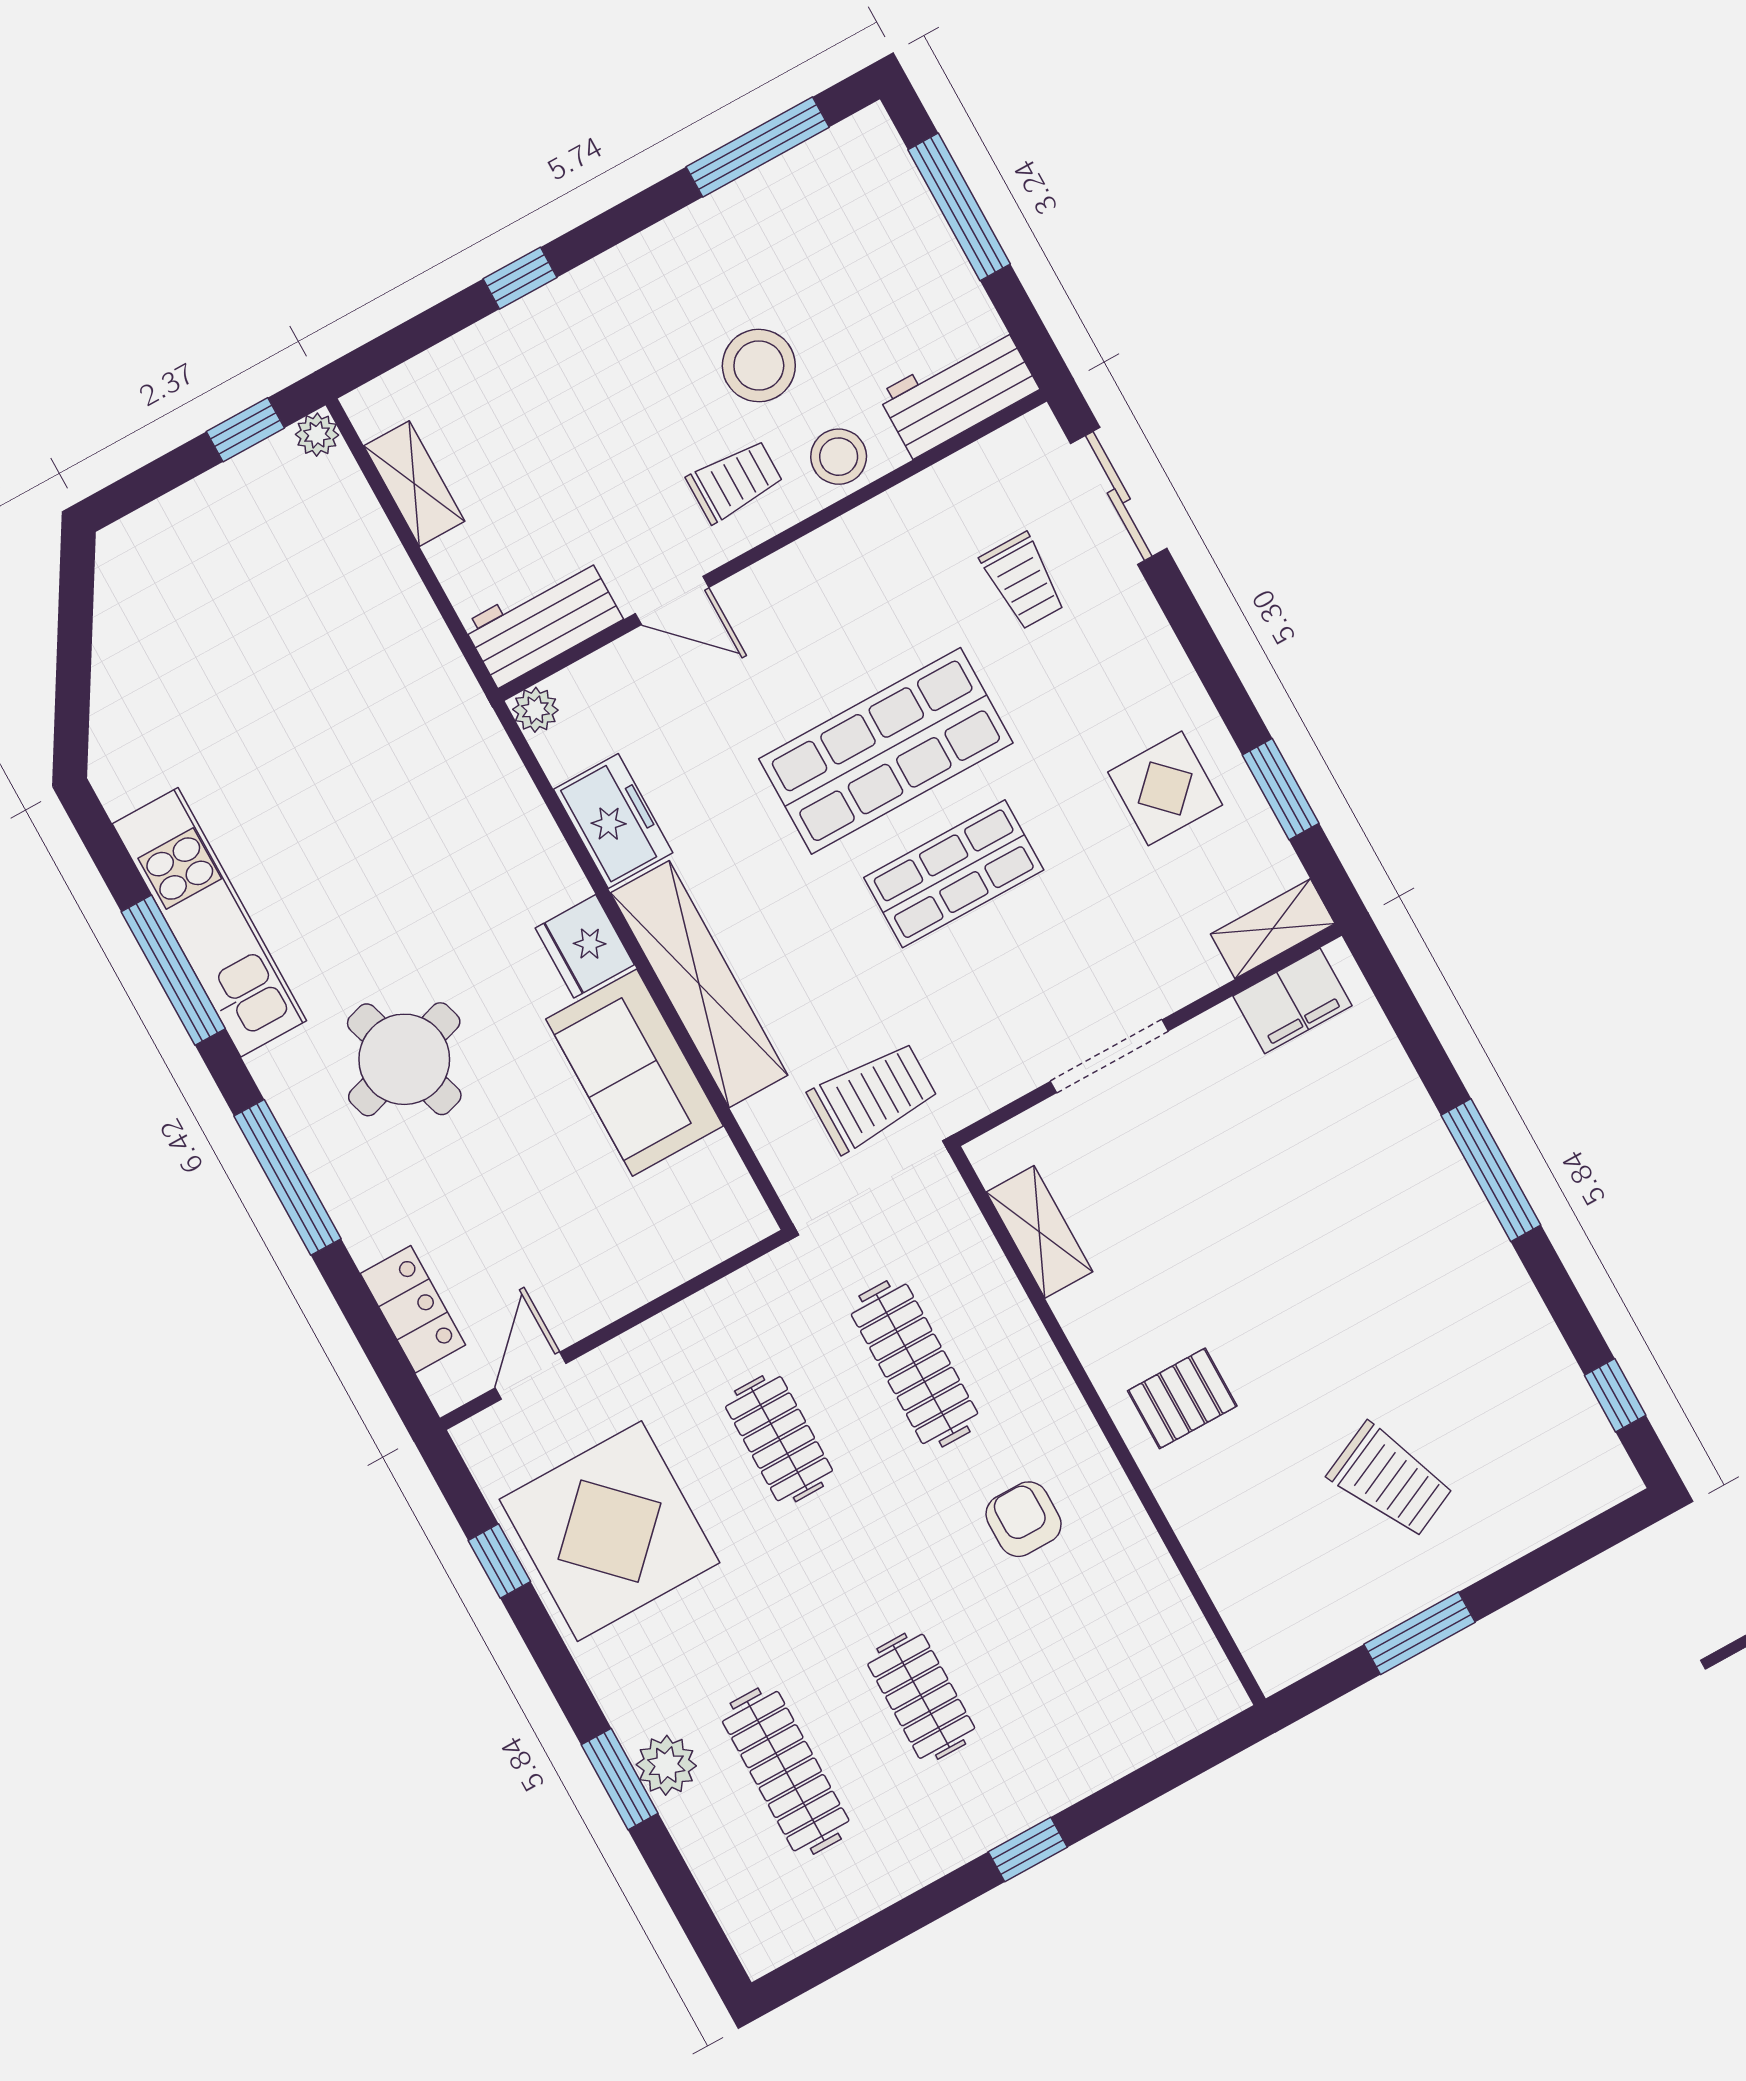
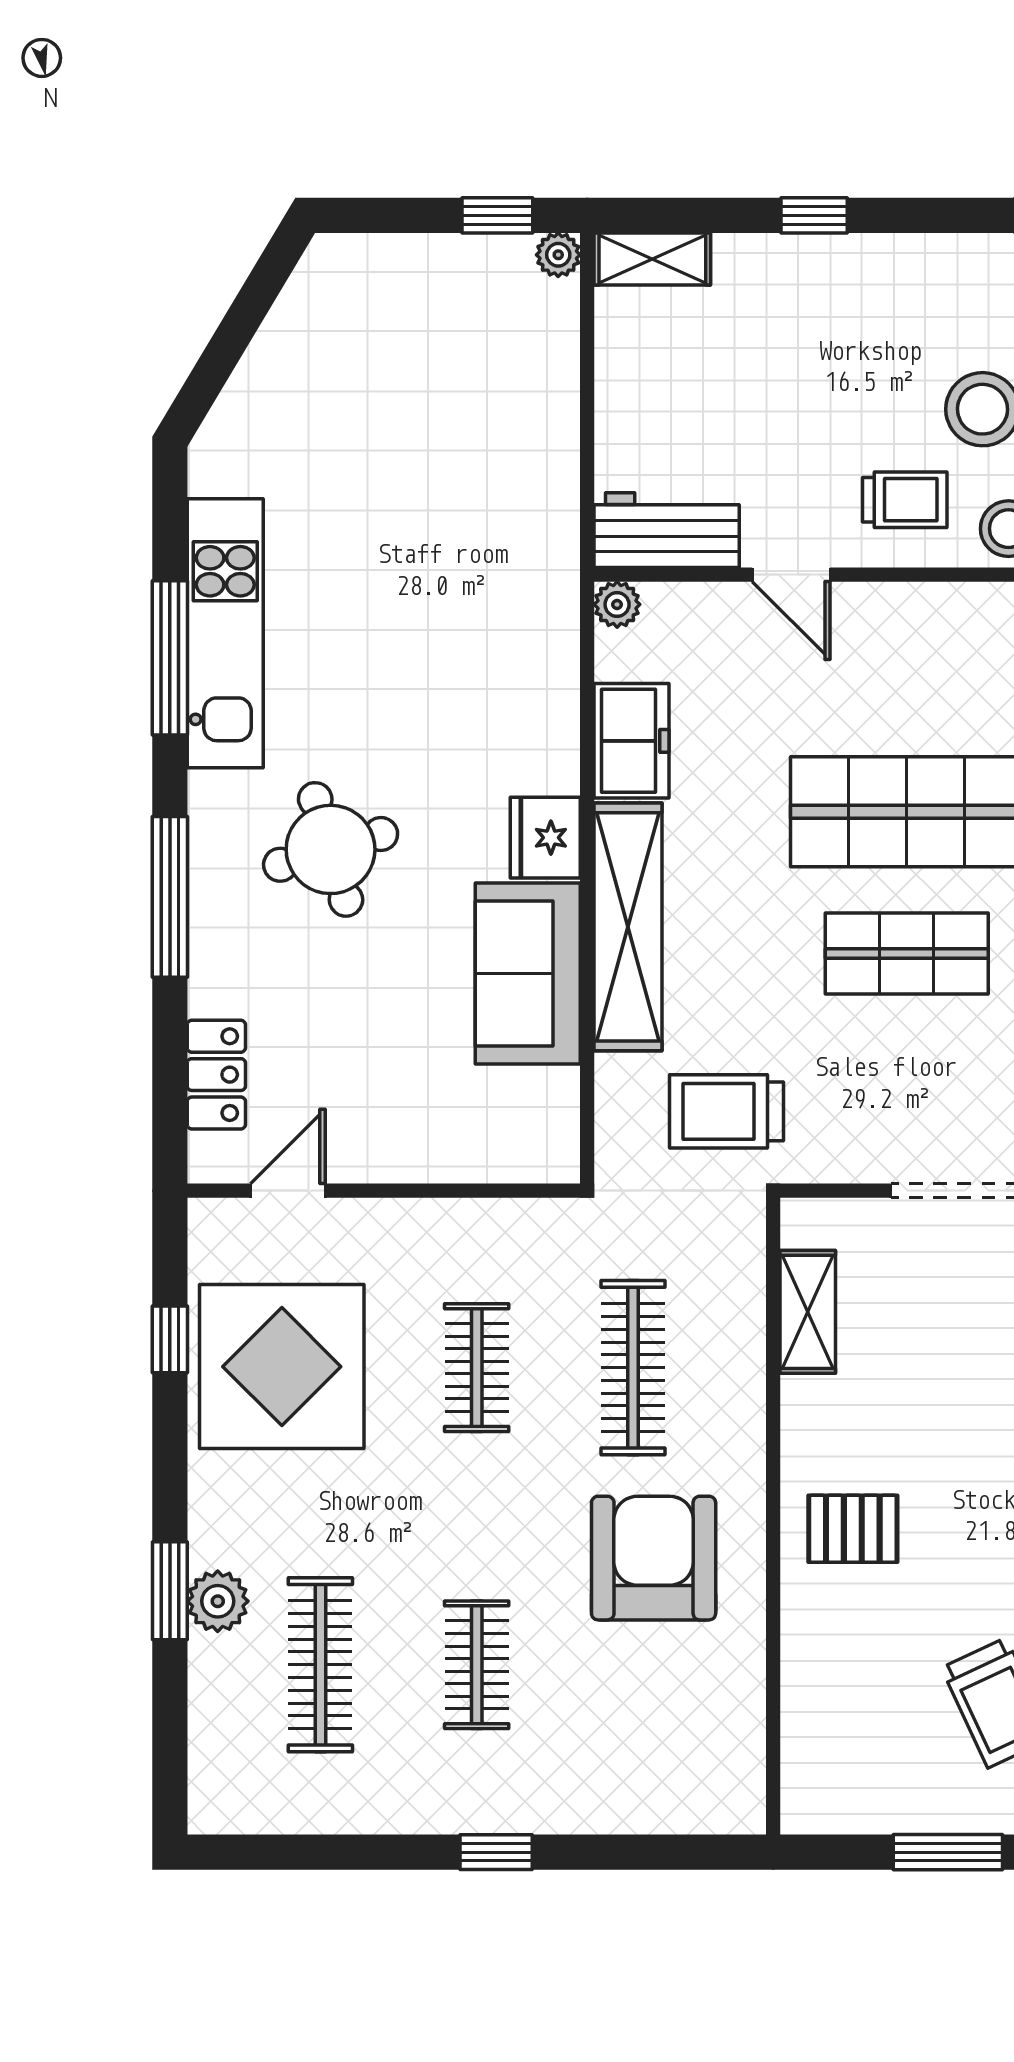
shelving: (414, 484) -> (652, 259), moved, turned 90
trolley: (873, 1097) -> (726, 1111), turned 180
armchair: (1024, 1519) -> (654, 1558), width x1.88, depth x1.88

